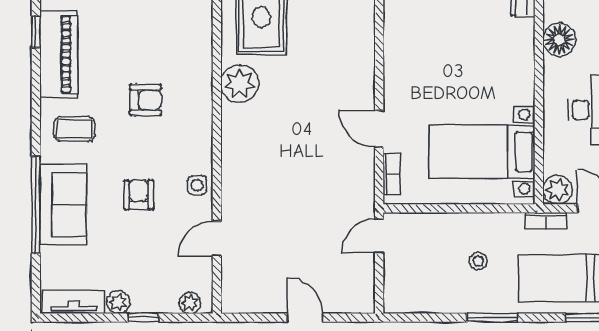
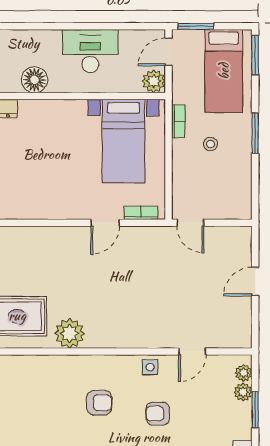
armchair: (146, 100) -> (99, 403), moved, turned 90
bookcase: (546, 221) -> (178, 121), moved
door: (217, 238) -> (192, 352), hinge flipped
plant: (118, 302) -> (243, 392), moved
window: (144, 318) -> (255, 410), width x1.50

